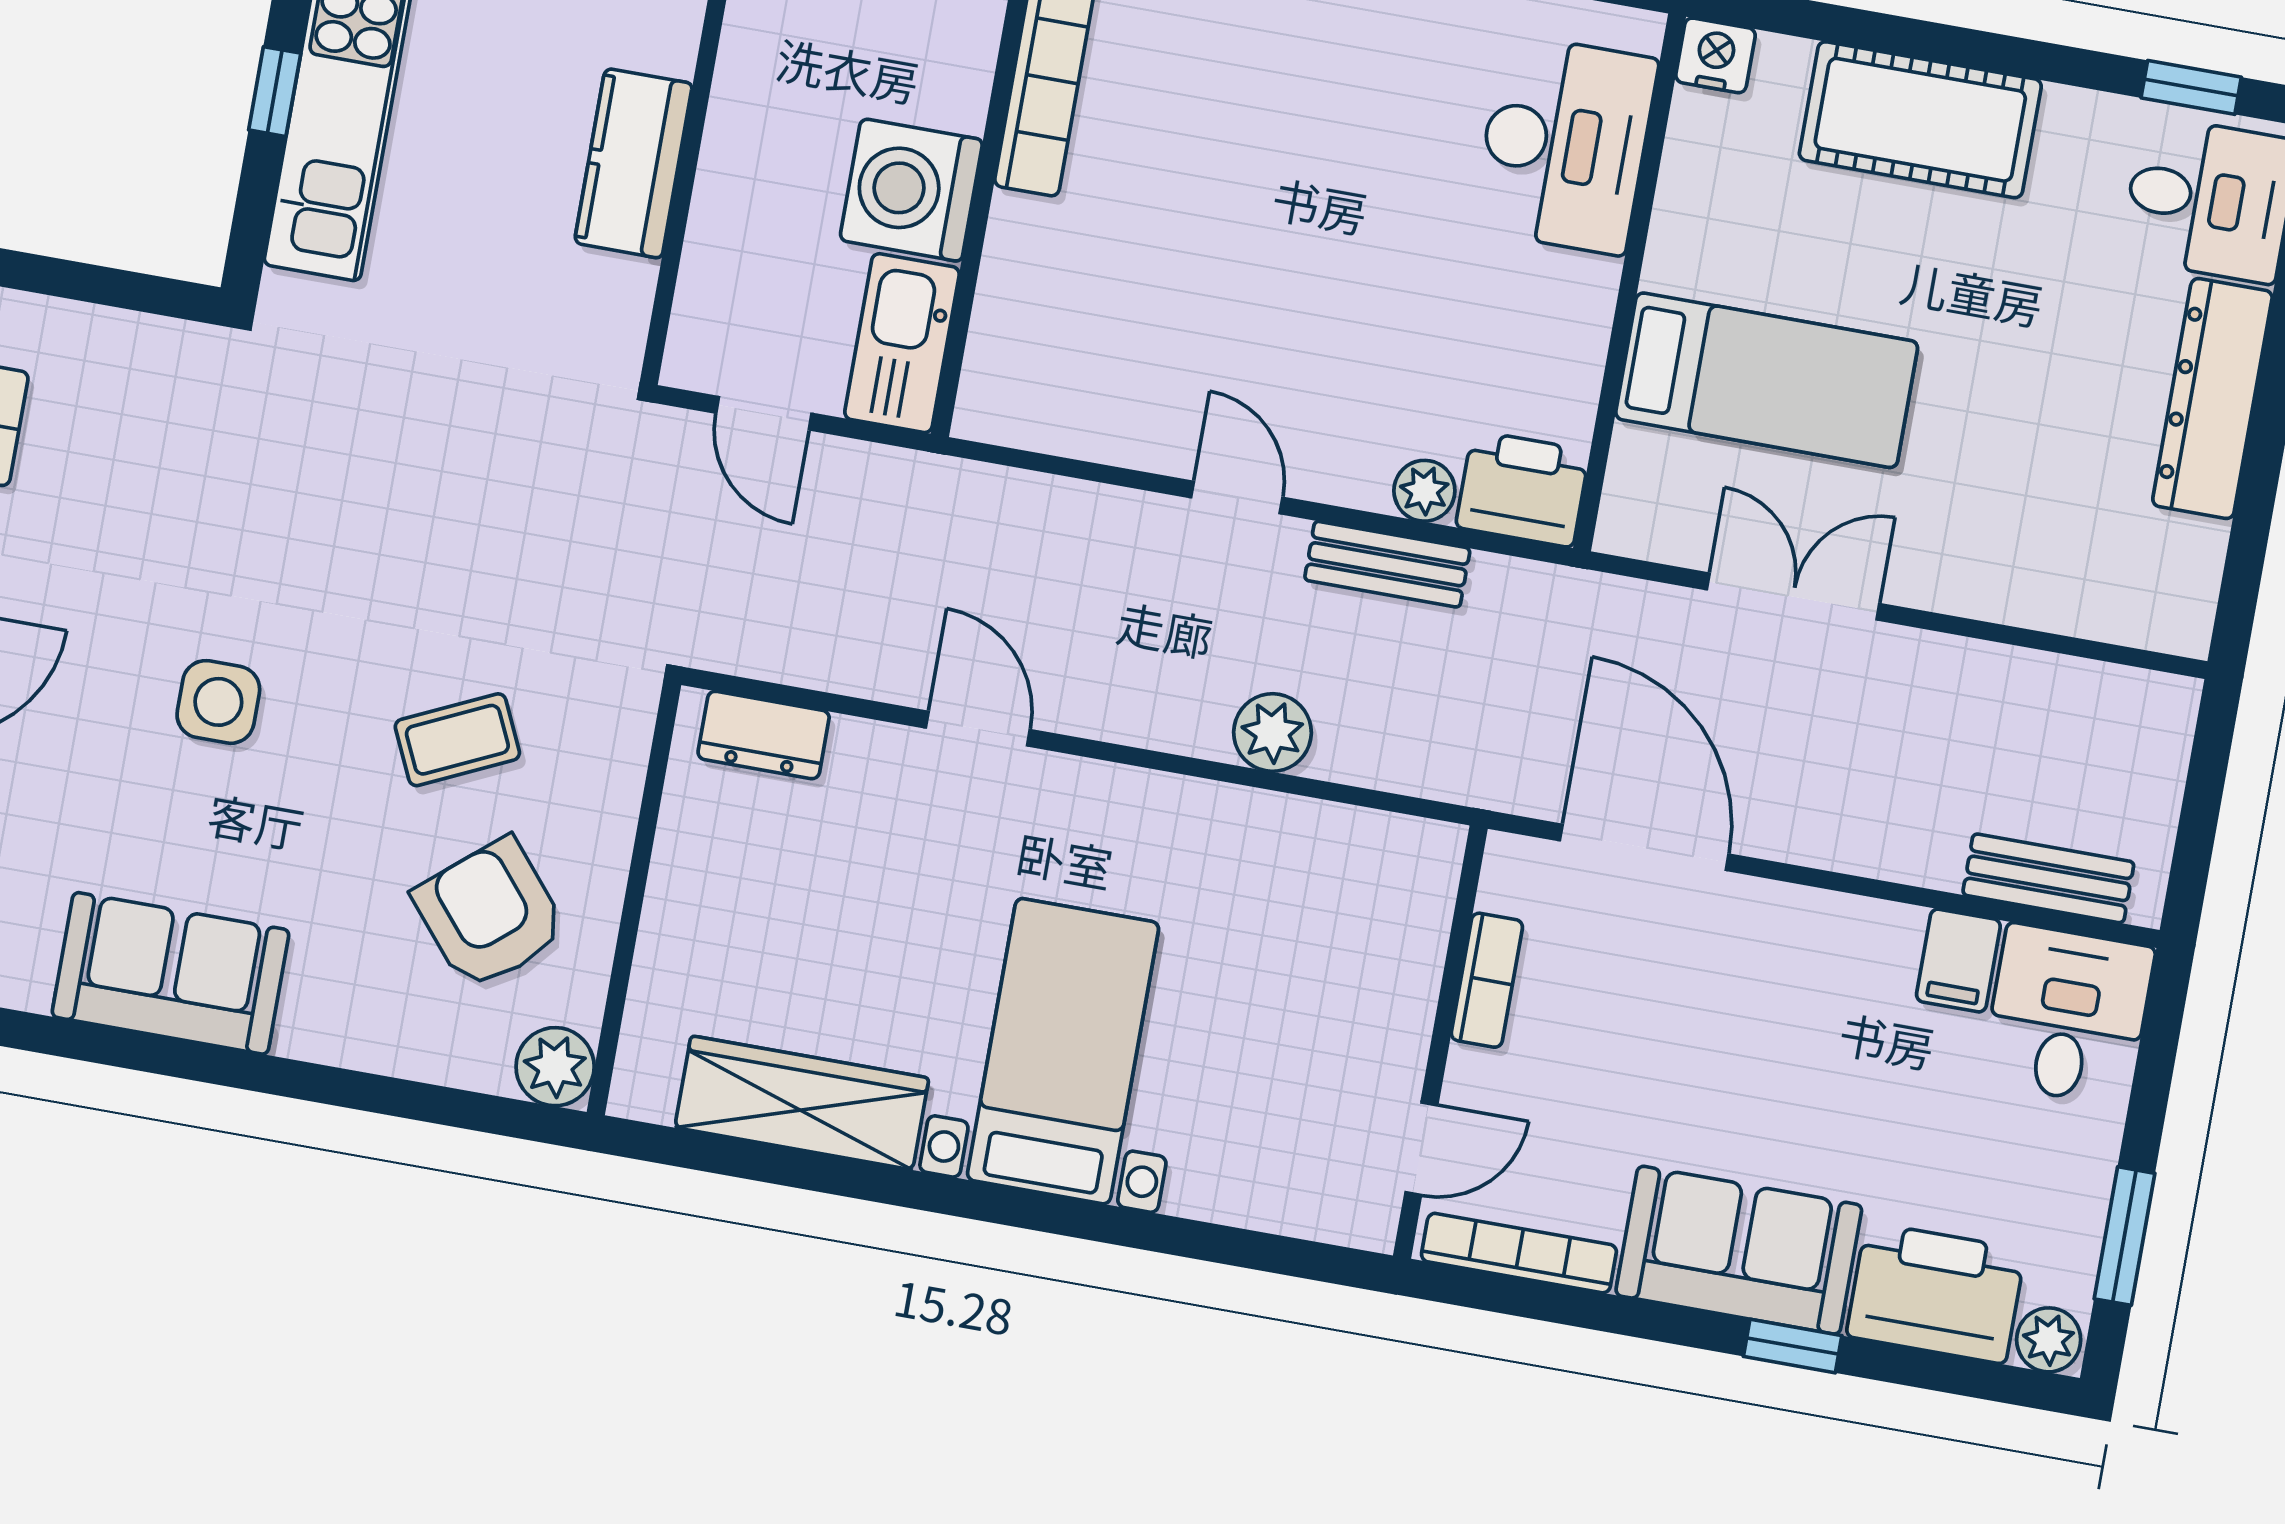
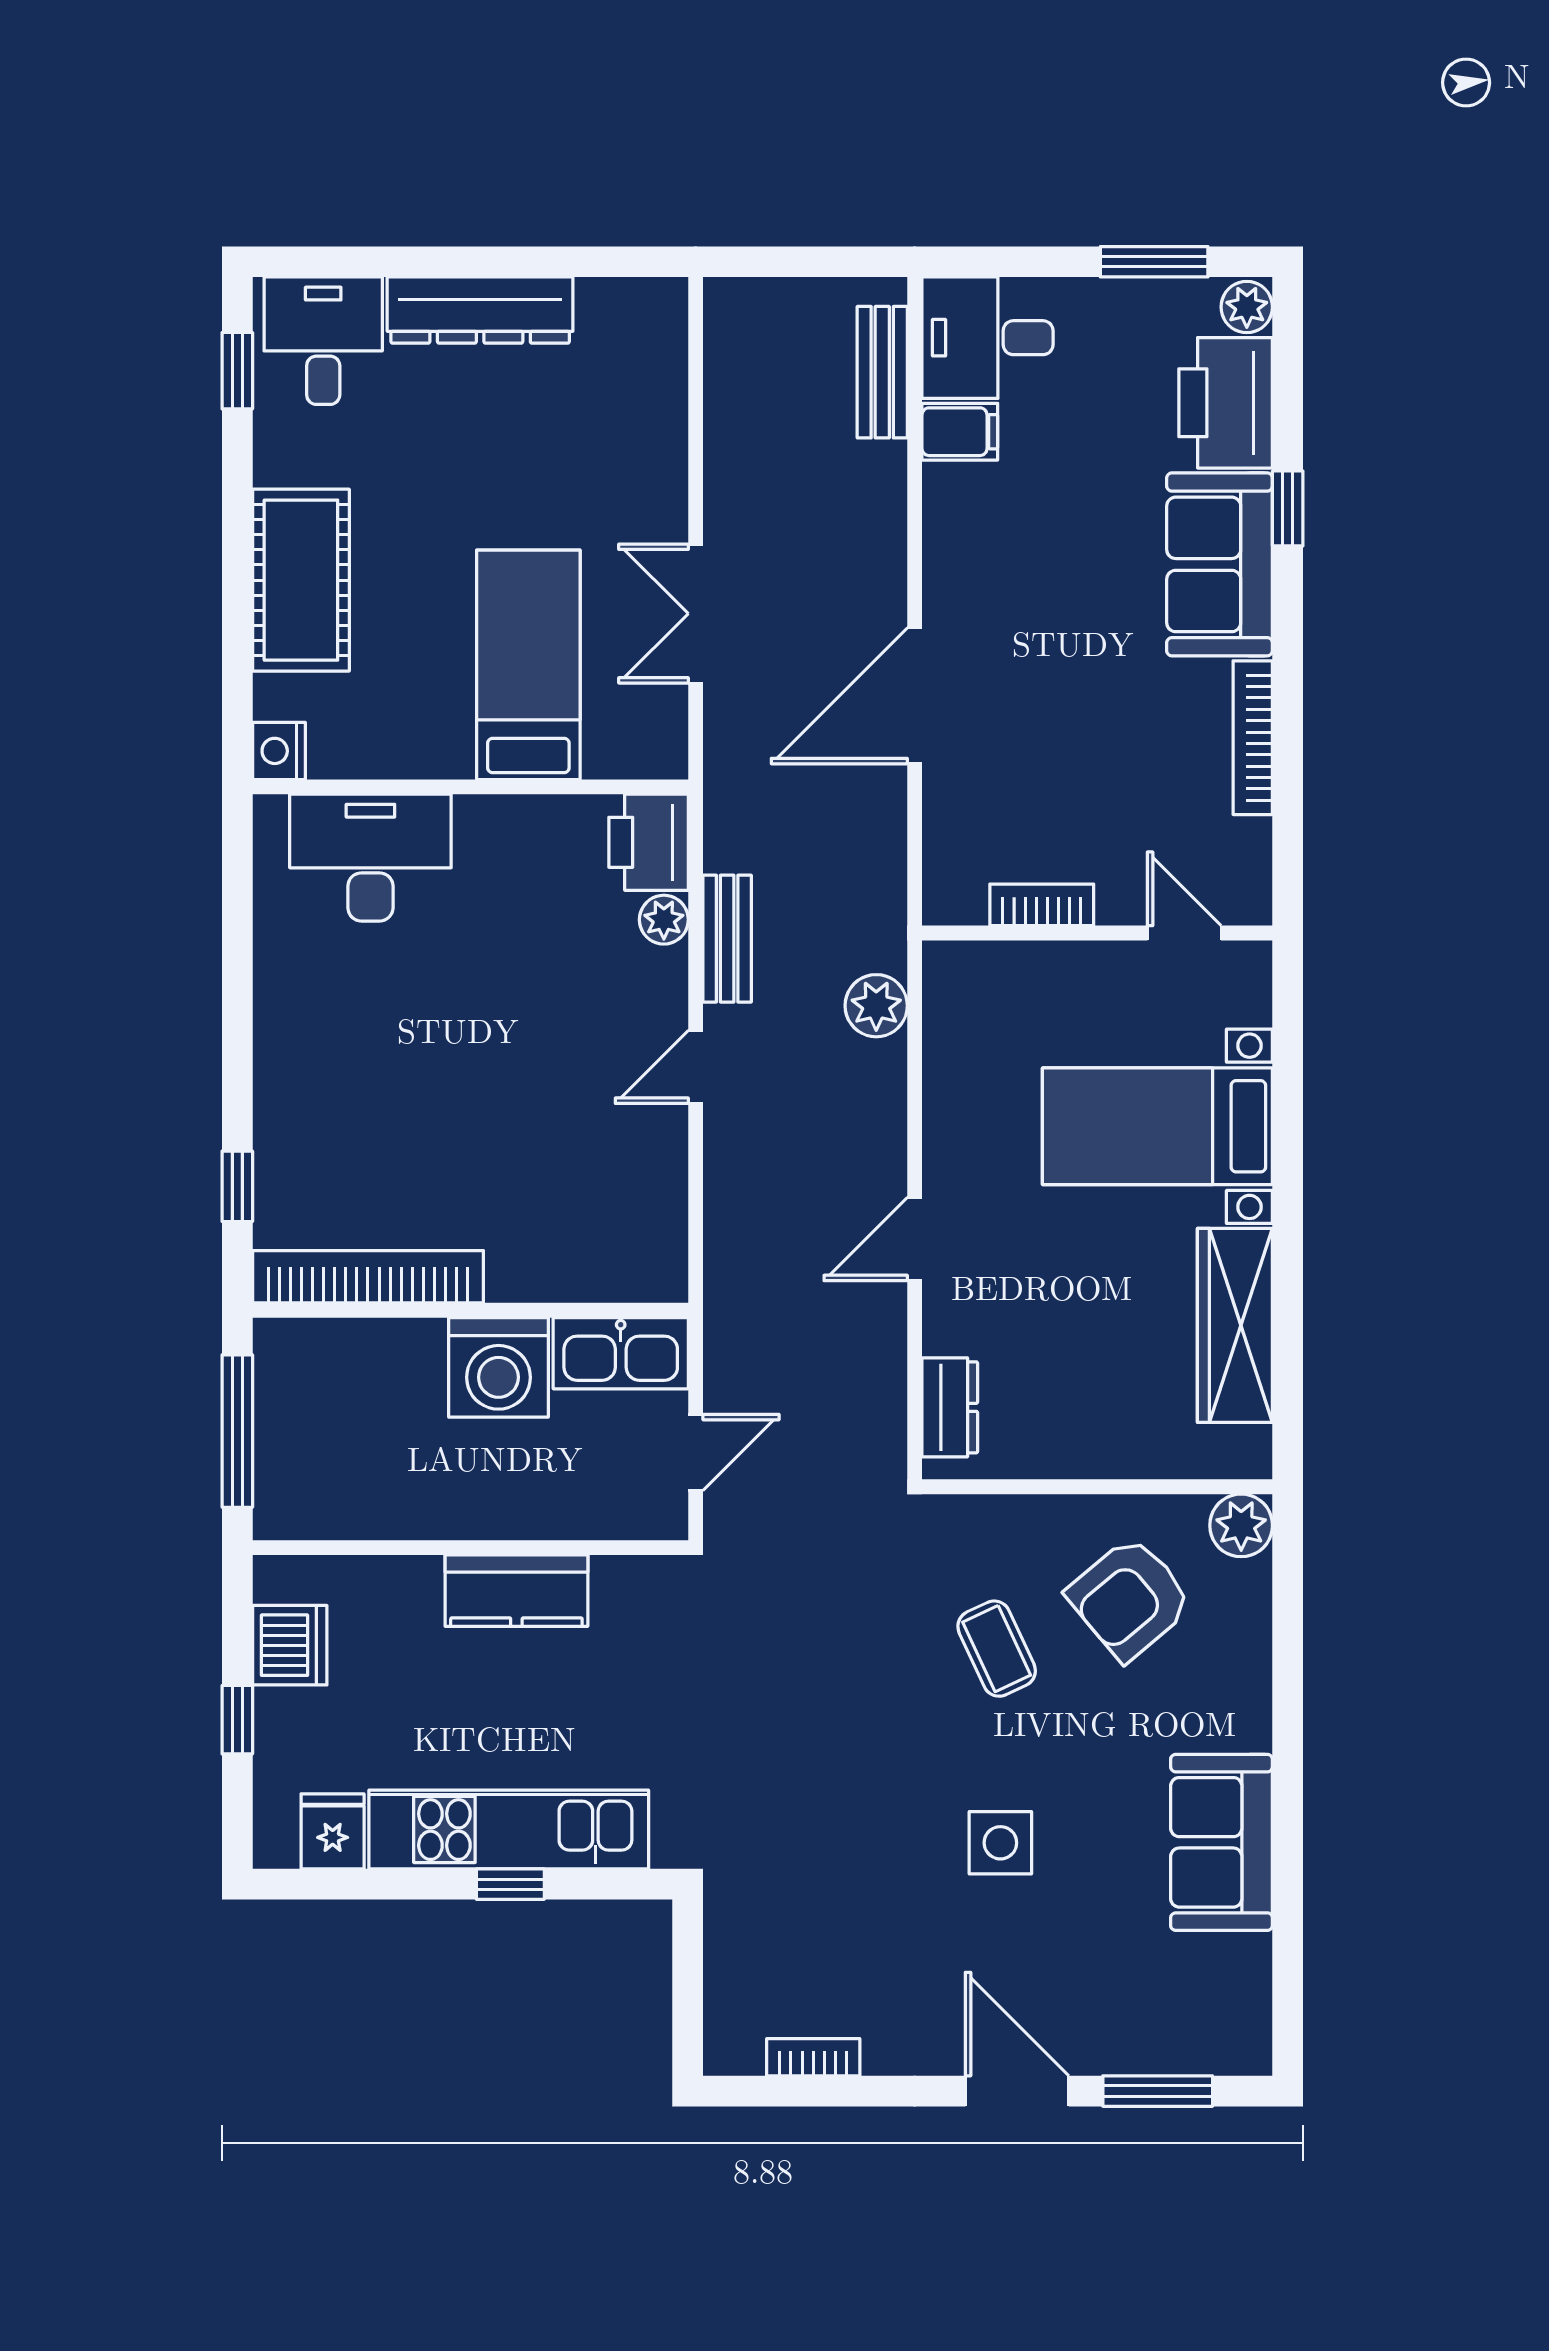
bookcase: (1487, 980) -> (1042, 905), moved
wall: (1440, 1042) -> (1097, 933), moved
door: (1421, 1149) -> (1184, 933), moved

